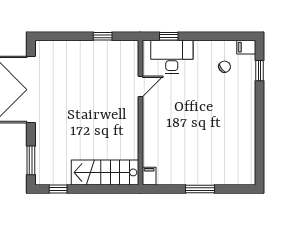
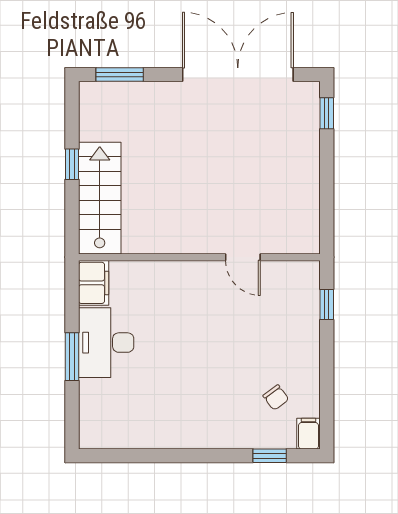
window: (103, 36) -> (327, 113), moved
desk: (172, 57) -> (106, 343), moved, turned 180
filing cabinet: (149, 176) -> (94, 283), width x2.00
window: (58, 189) -> (72, 164), moved

